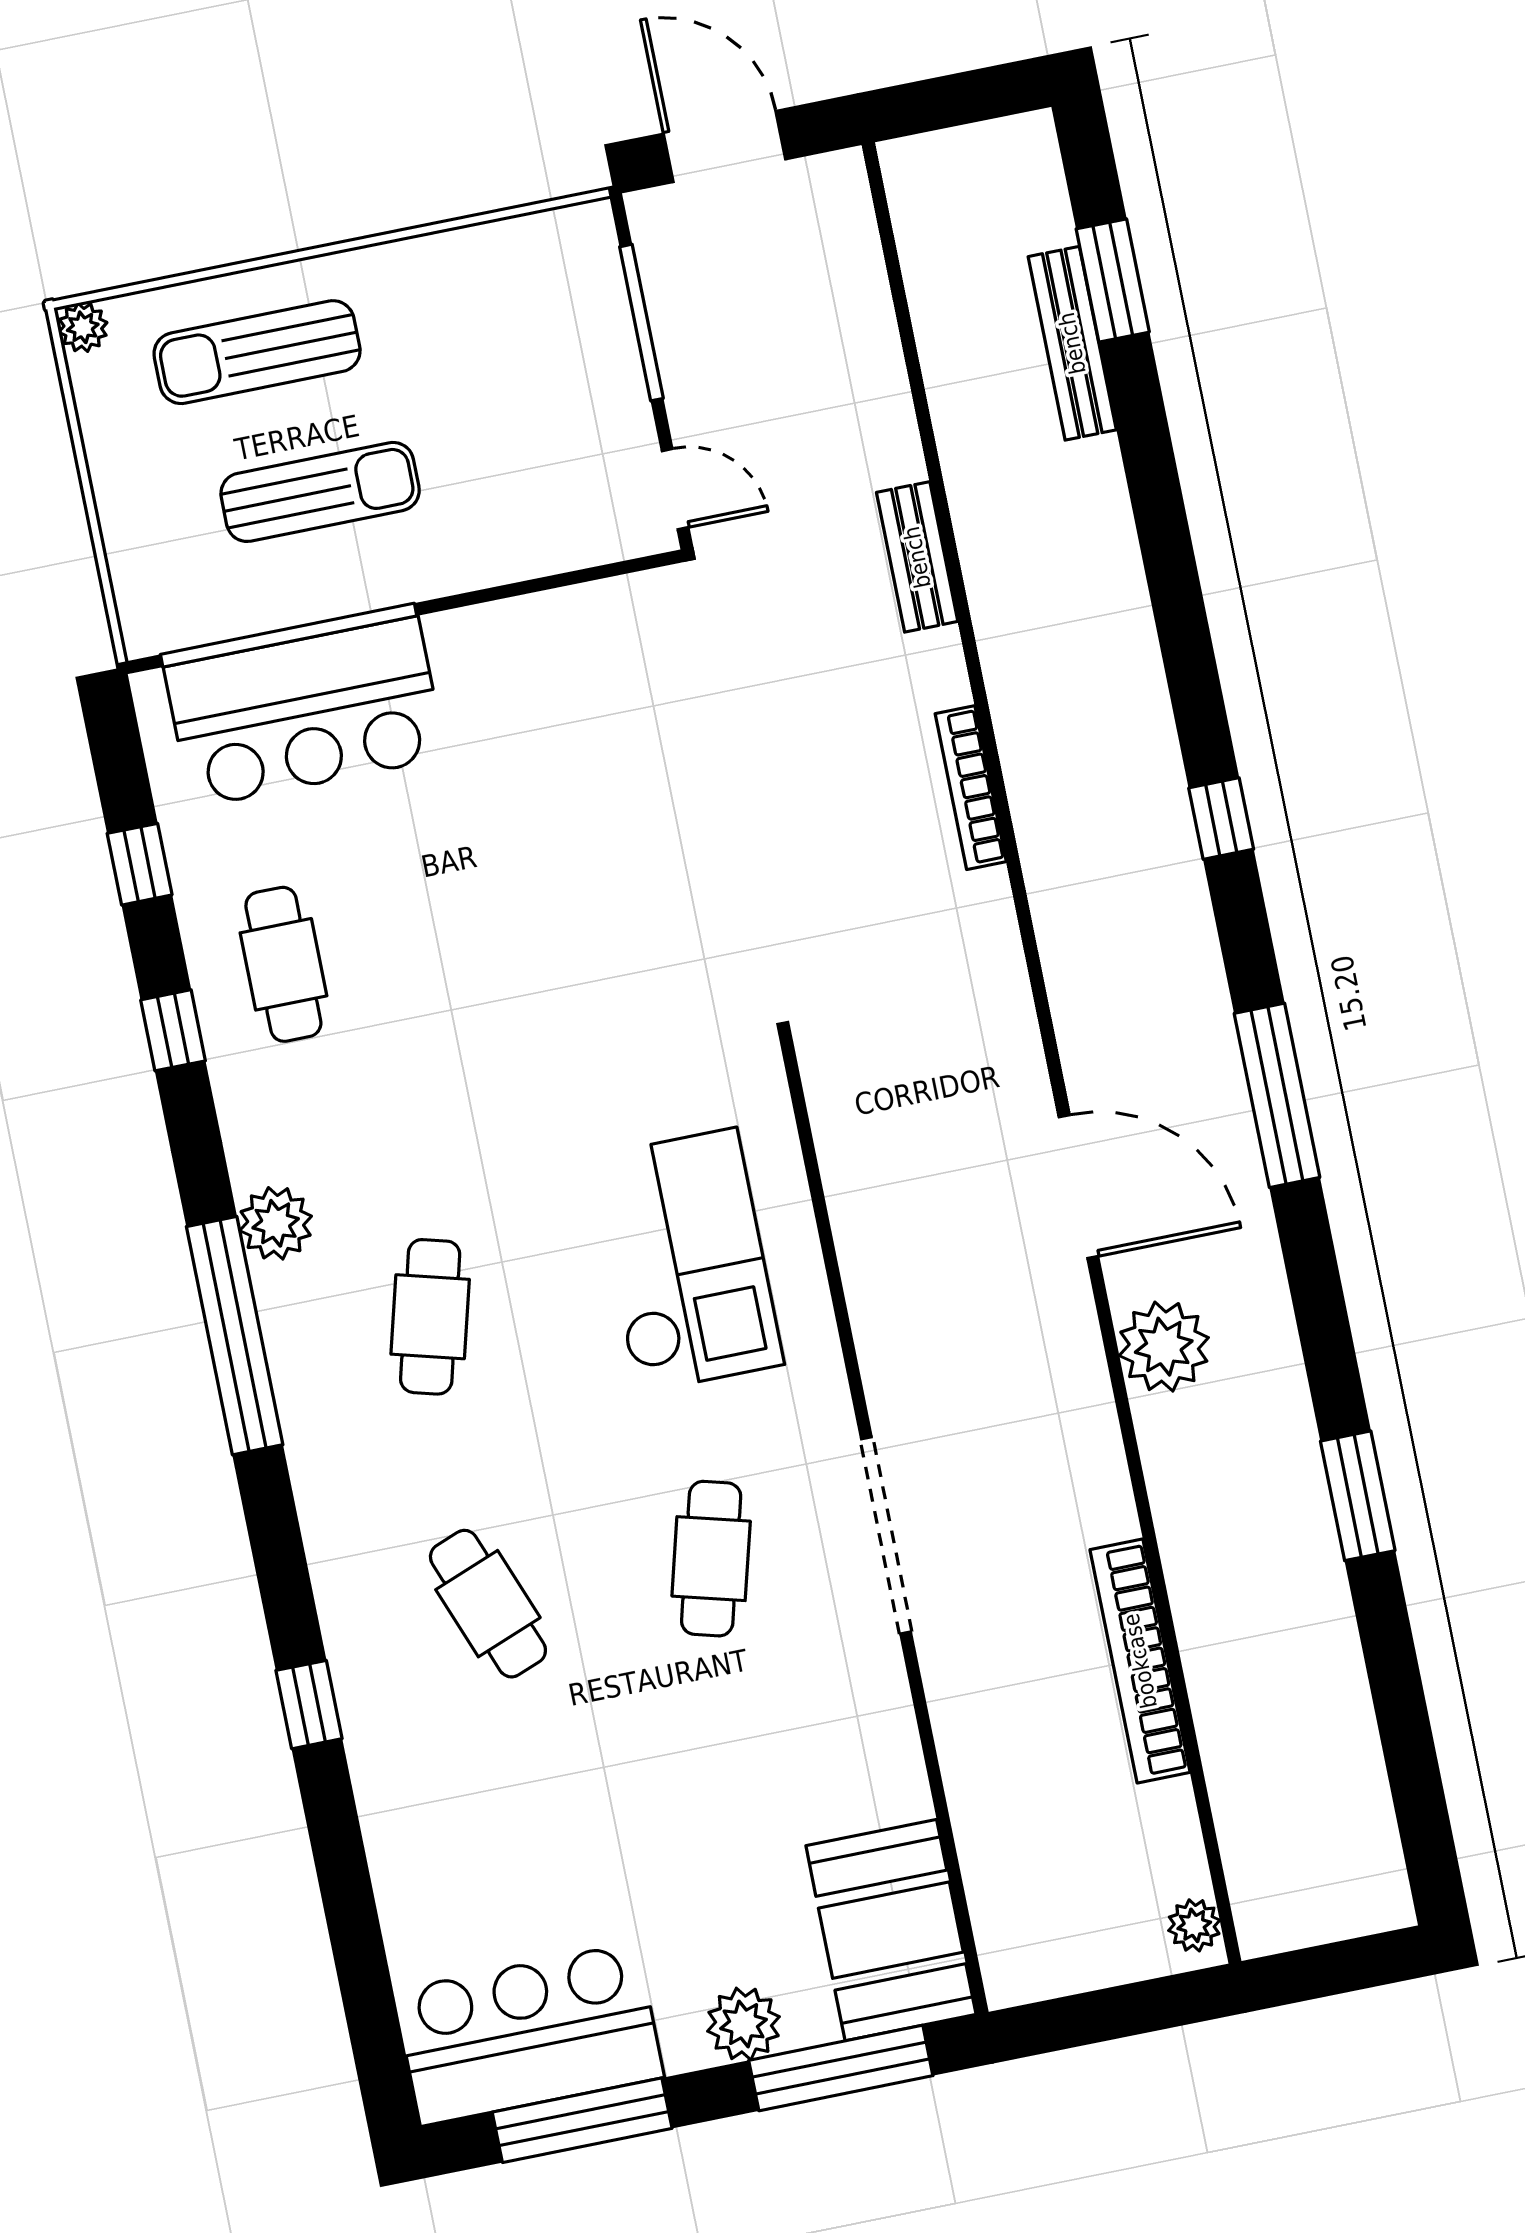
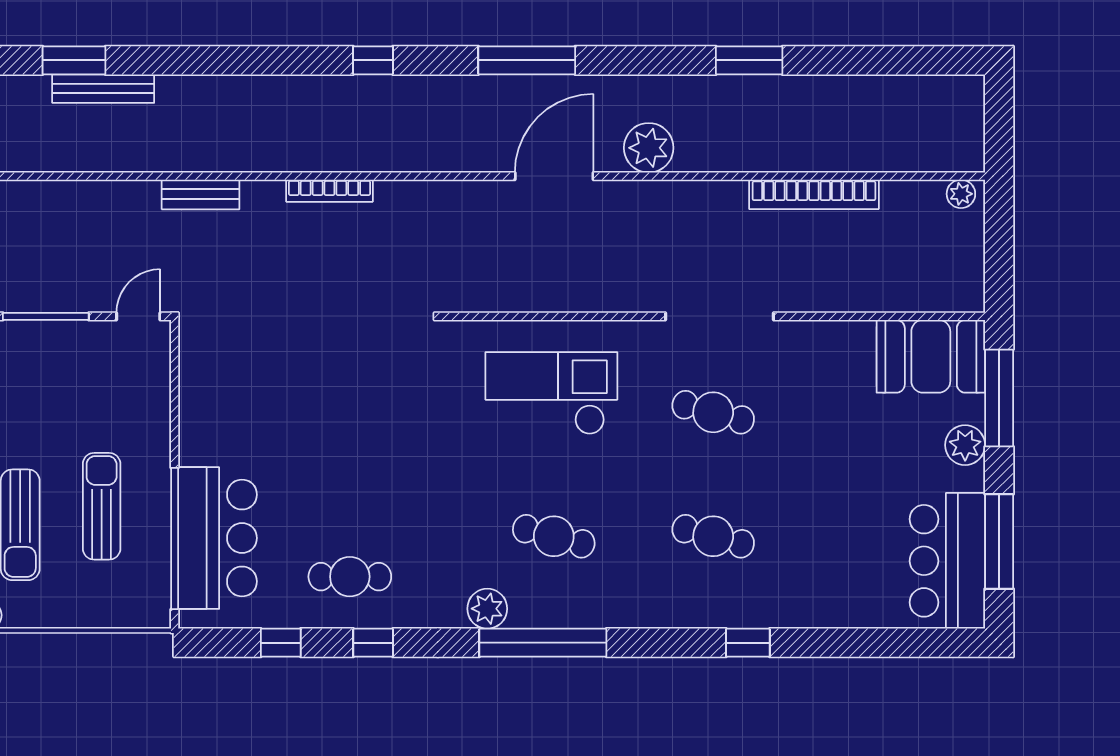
cafe table: (488, 1604) -> (713, 536), turned 36

